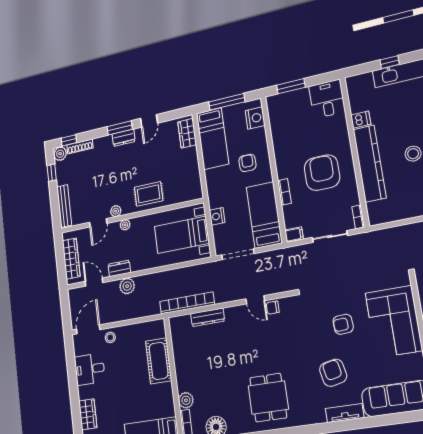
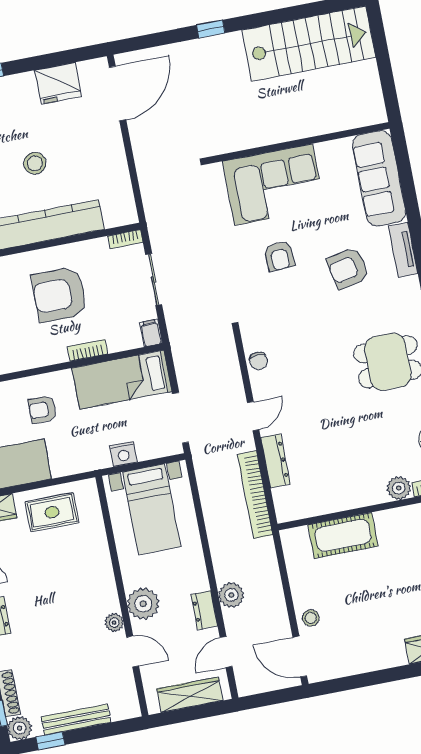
rug: (149, 194) -> (52, 512), moved, turned 90
bench: (64, 206) -> (76, 719), moved
plant: (125, 225) -> (143, 604), width x1.88, depth x1.88
door: (255, 300) -> (253, 416), moved
desk: (90, 369) -> (361, 649), removed

